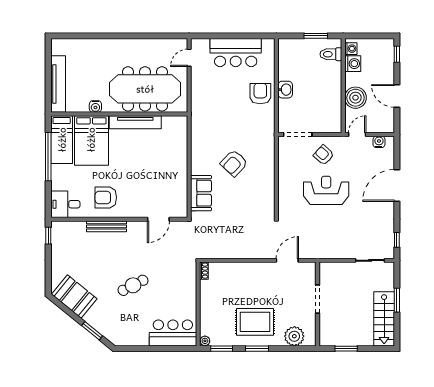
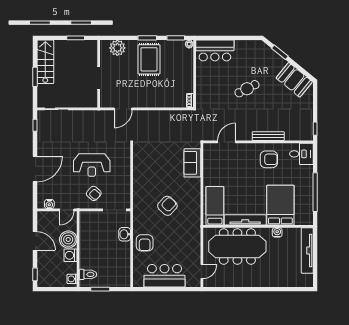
washing machine: (353, 64) -> (70, 255), moved
washbasin: (285, 90) -> (125, 234), moved
bed: (62, 140) -> (215, 206), moved
armchair: (234, 163) -> (167, 206), moved
rug: (255, 322) -> (149, 59), turned 90

